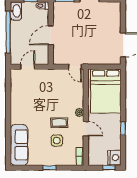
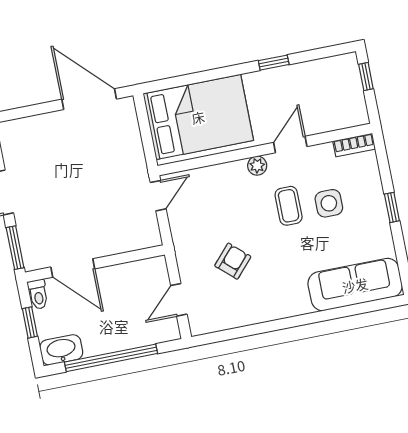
door: (51, 35) -> (73, 268), moved
door: (28, 67) -> (179, 300), hinge flipped
armchair: (40, 94) -> (233, 261), added
nightstand: (114, 158) -> (341, 69), removed

